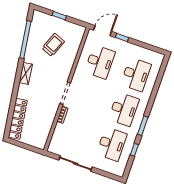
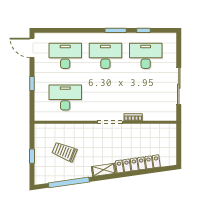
door: (103, 31) -> (32, 48), moved
locker: (18, 119) -> (138, 164), moved

